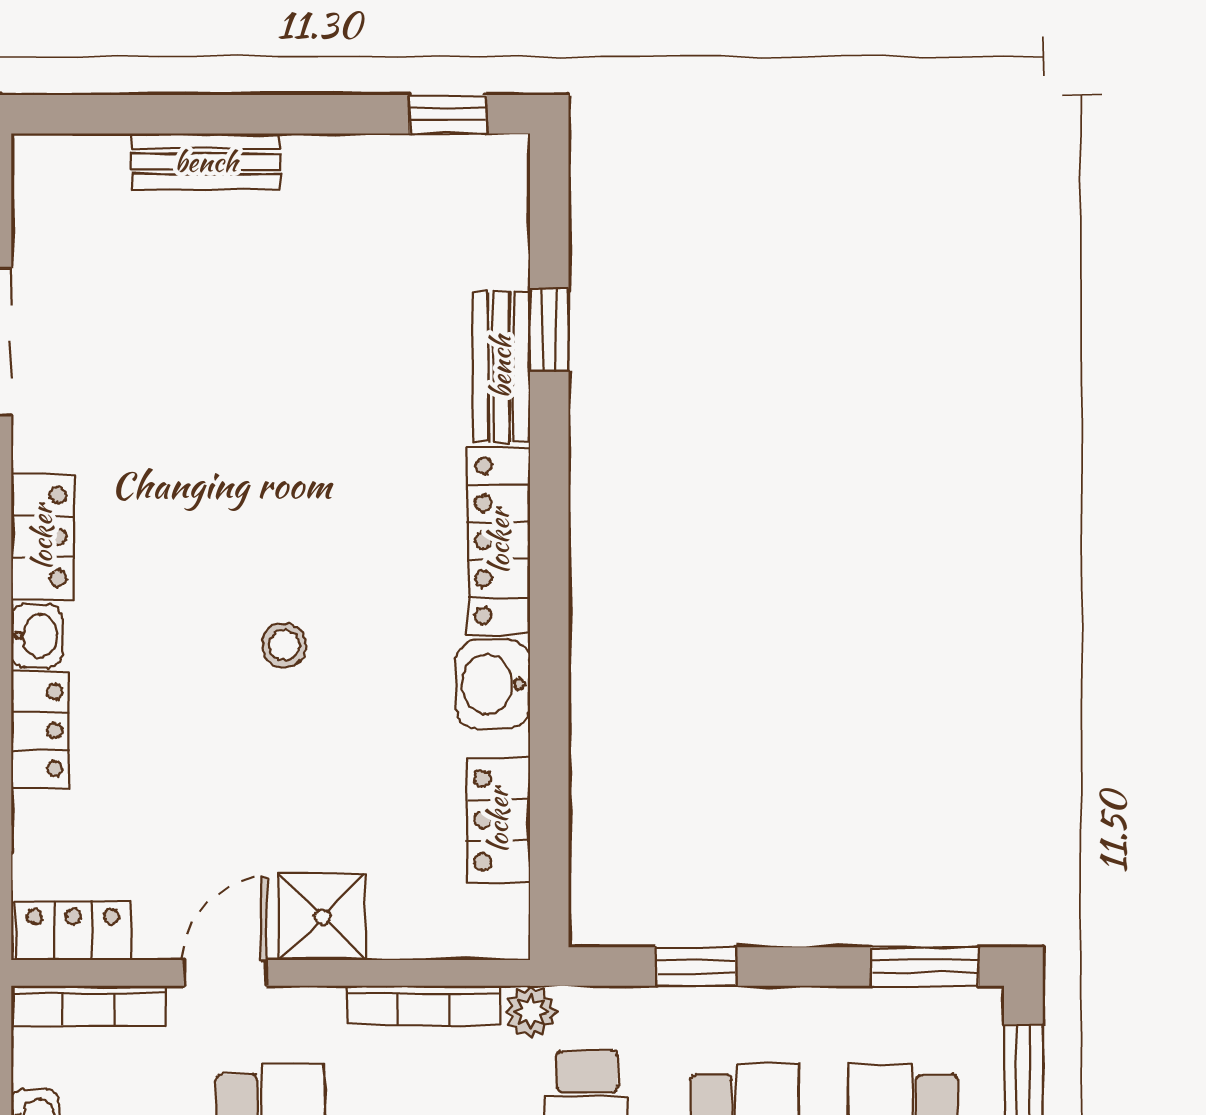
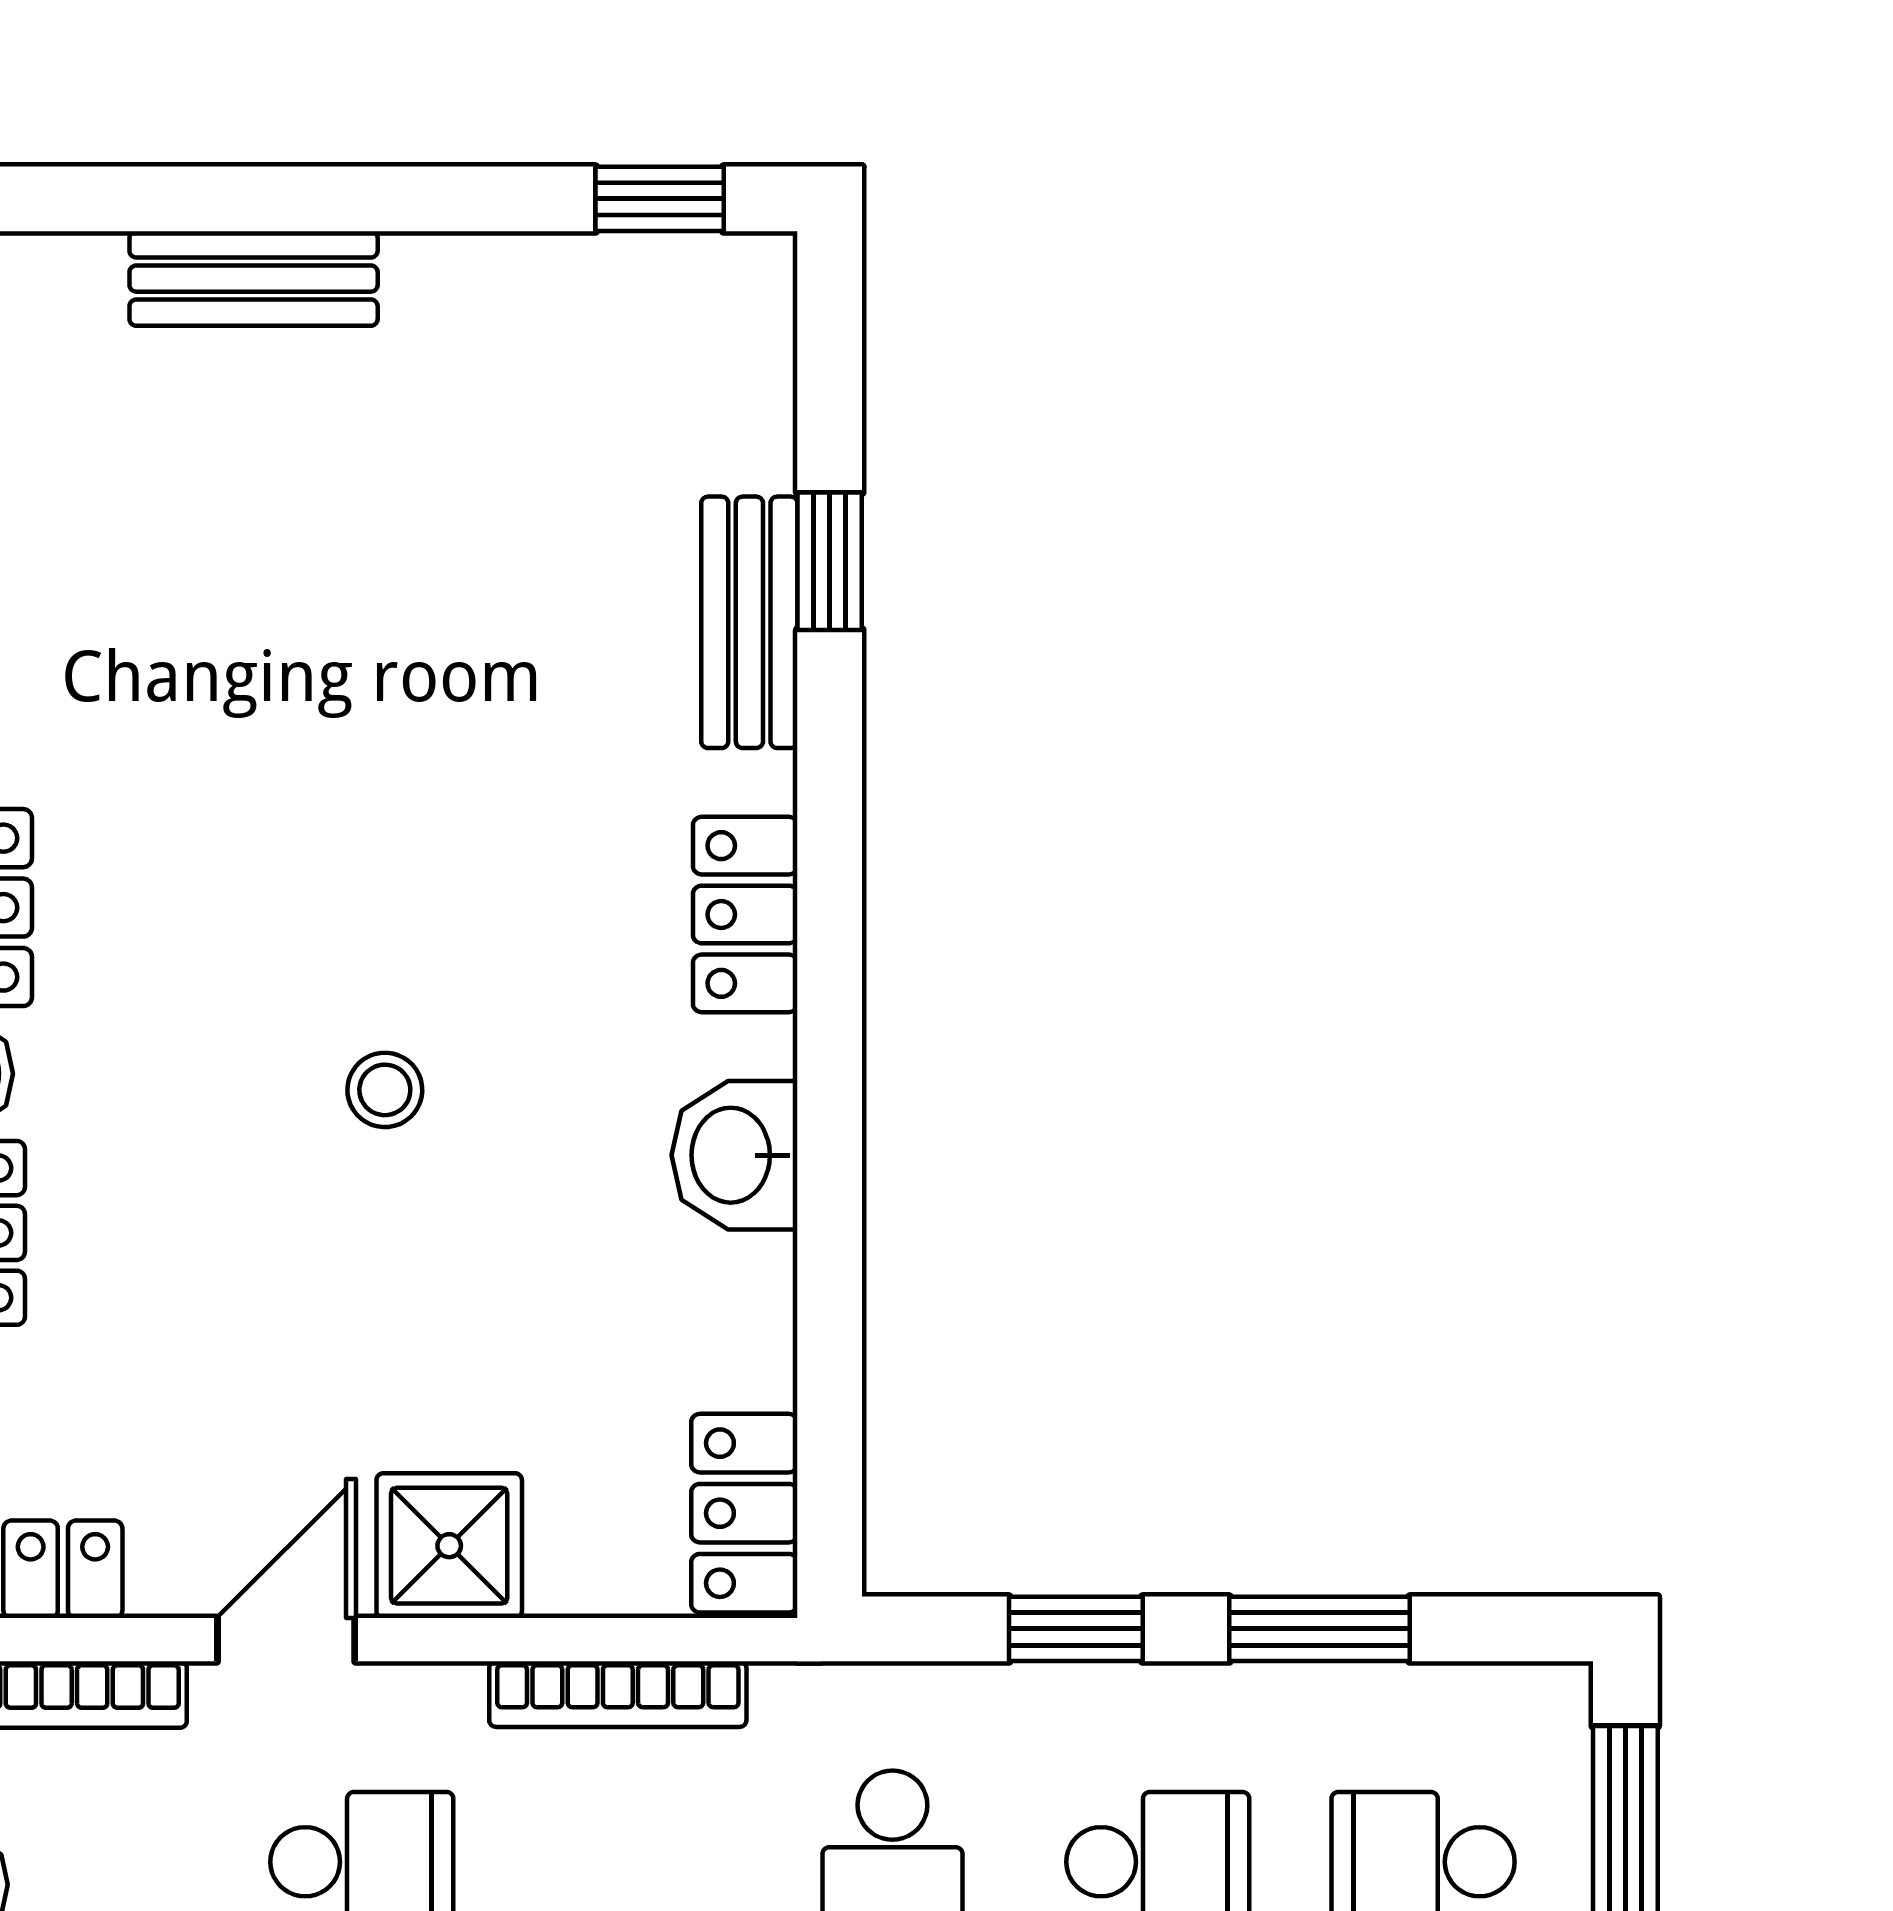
locker: (499, 541) -> (745, 914), width x0.66
locker: (498, 820) -> (744, 1513), moved
window: (925, 967) -> (1319, 1629), moved
plant: (531, 1012) -> (798, 1705), removed

